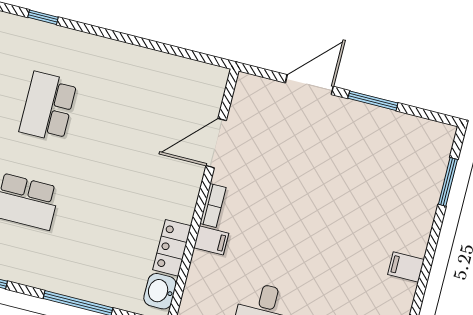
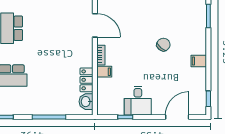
door: (216, 143) -> (95, 25), swing flipped
chair: (344, 216) -> (163, 45), added

